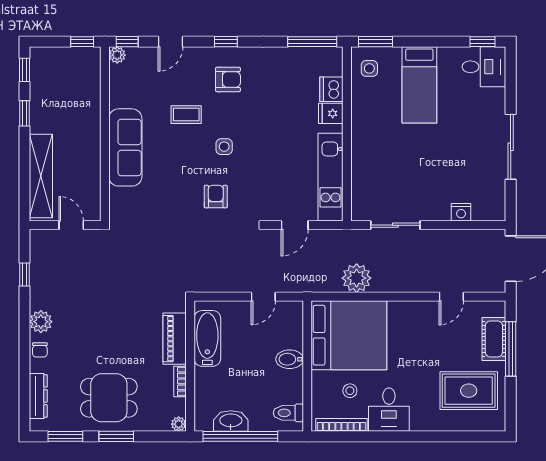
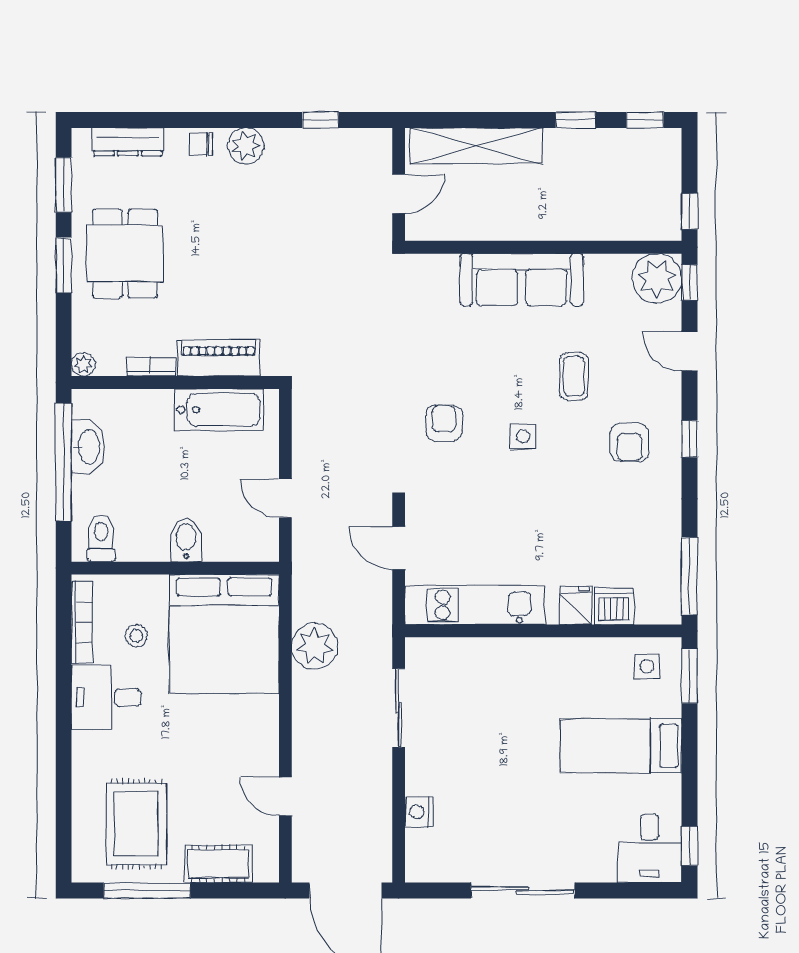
plant: (117, 55) -> (657, 278), width x1.87, depth x1.87
armchair: (216, 197) -> (444, 423), turned -90
window: (511, 349) -> (147, 890), moved

